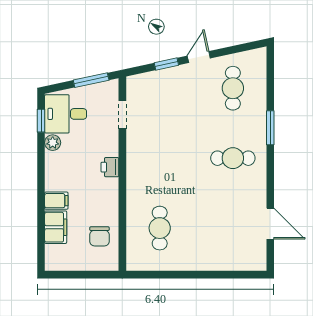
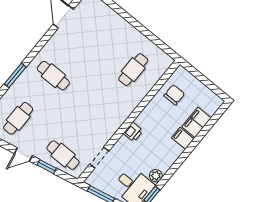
cafe table: (160, 88) -> (63, 155), added

